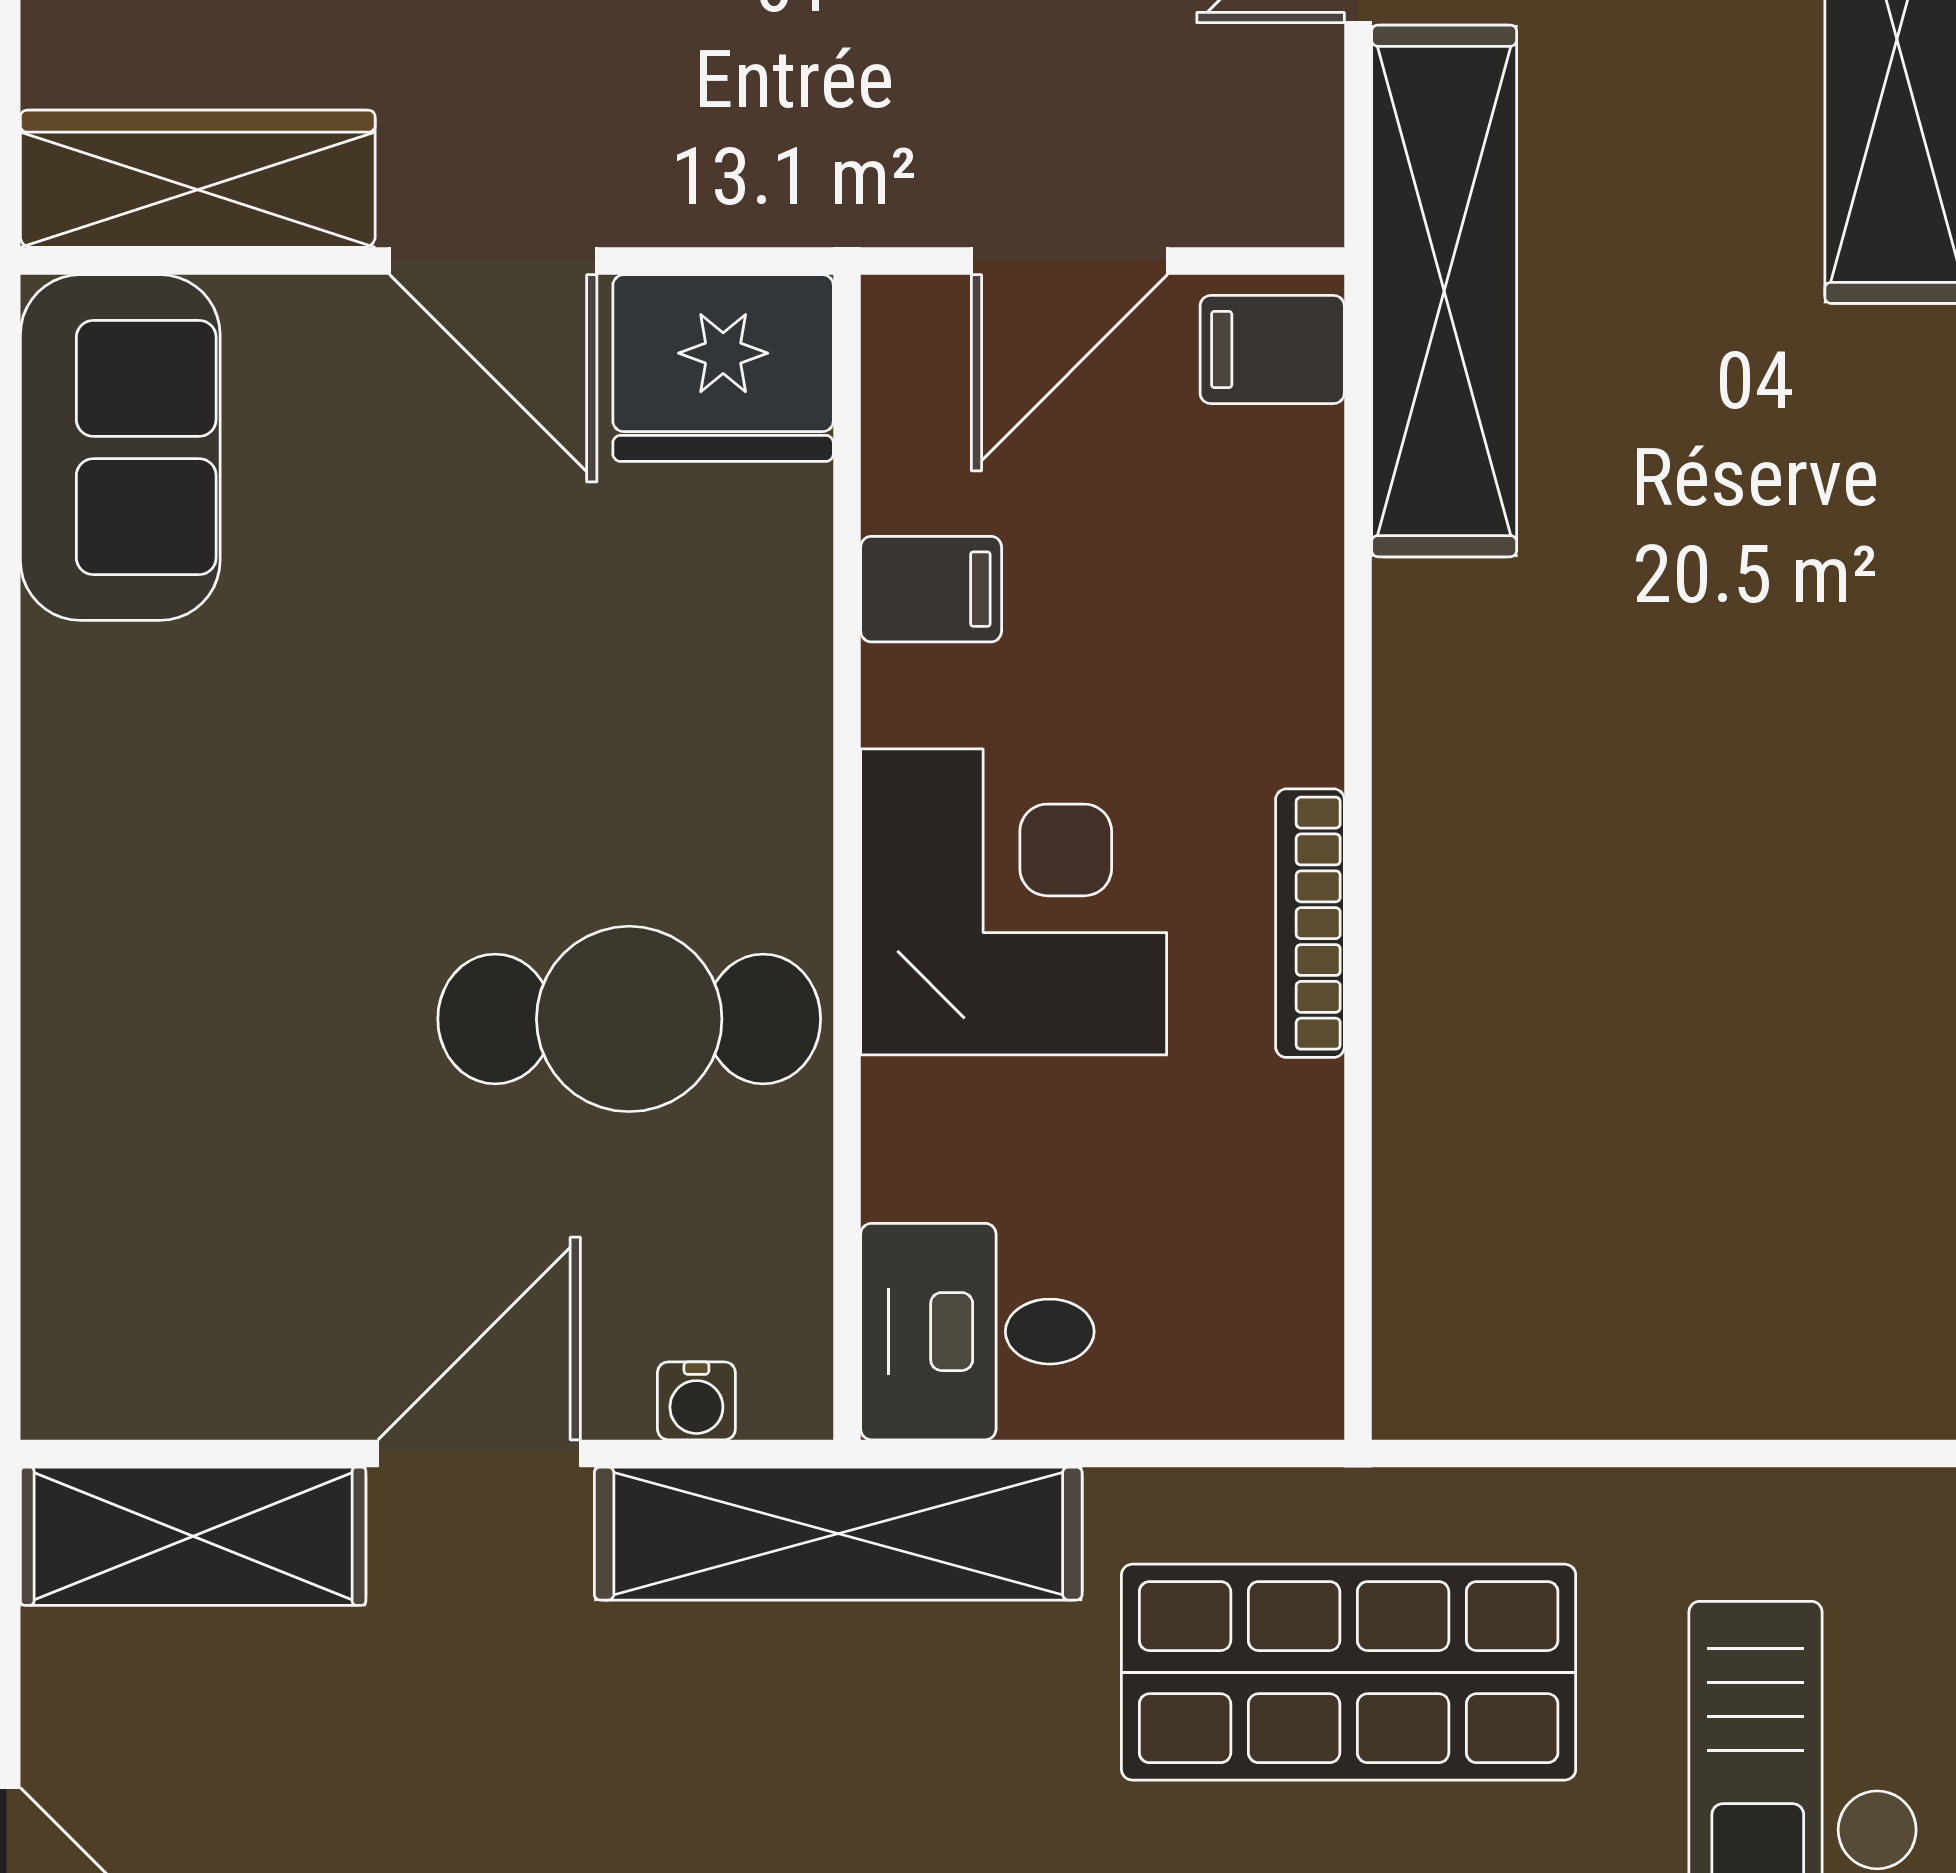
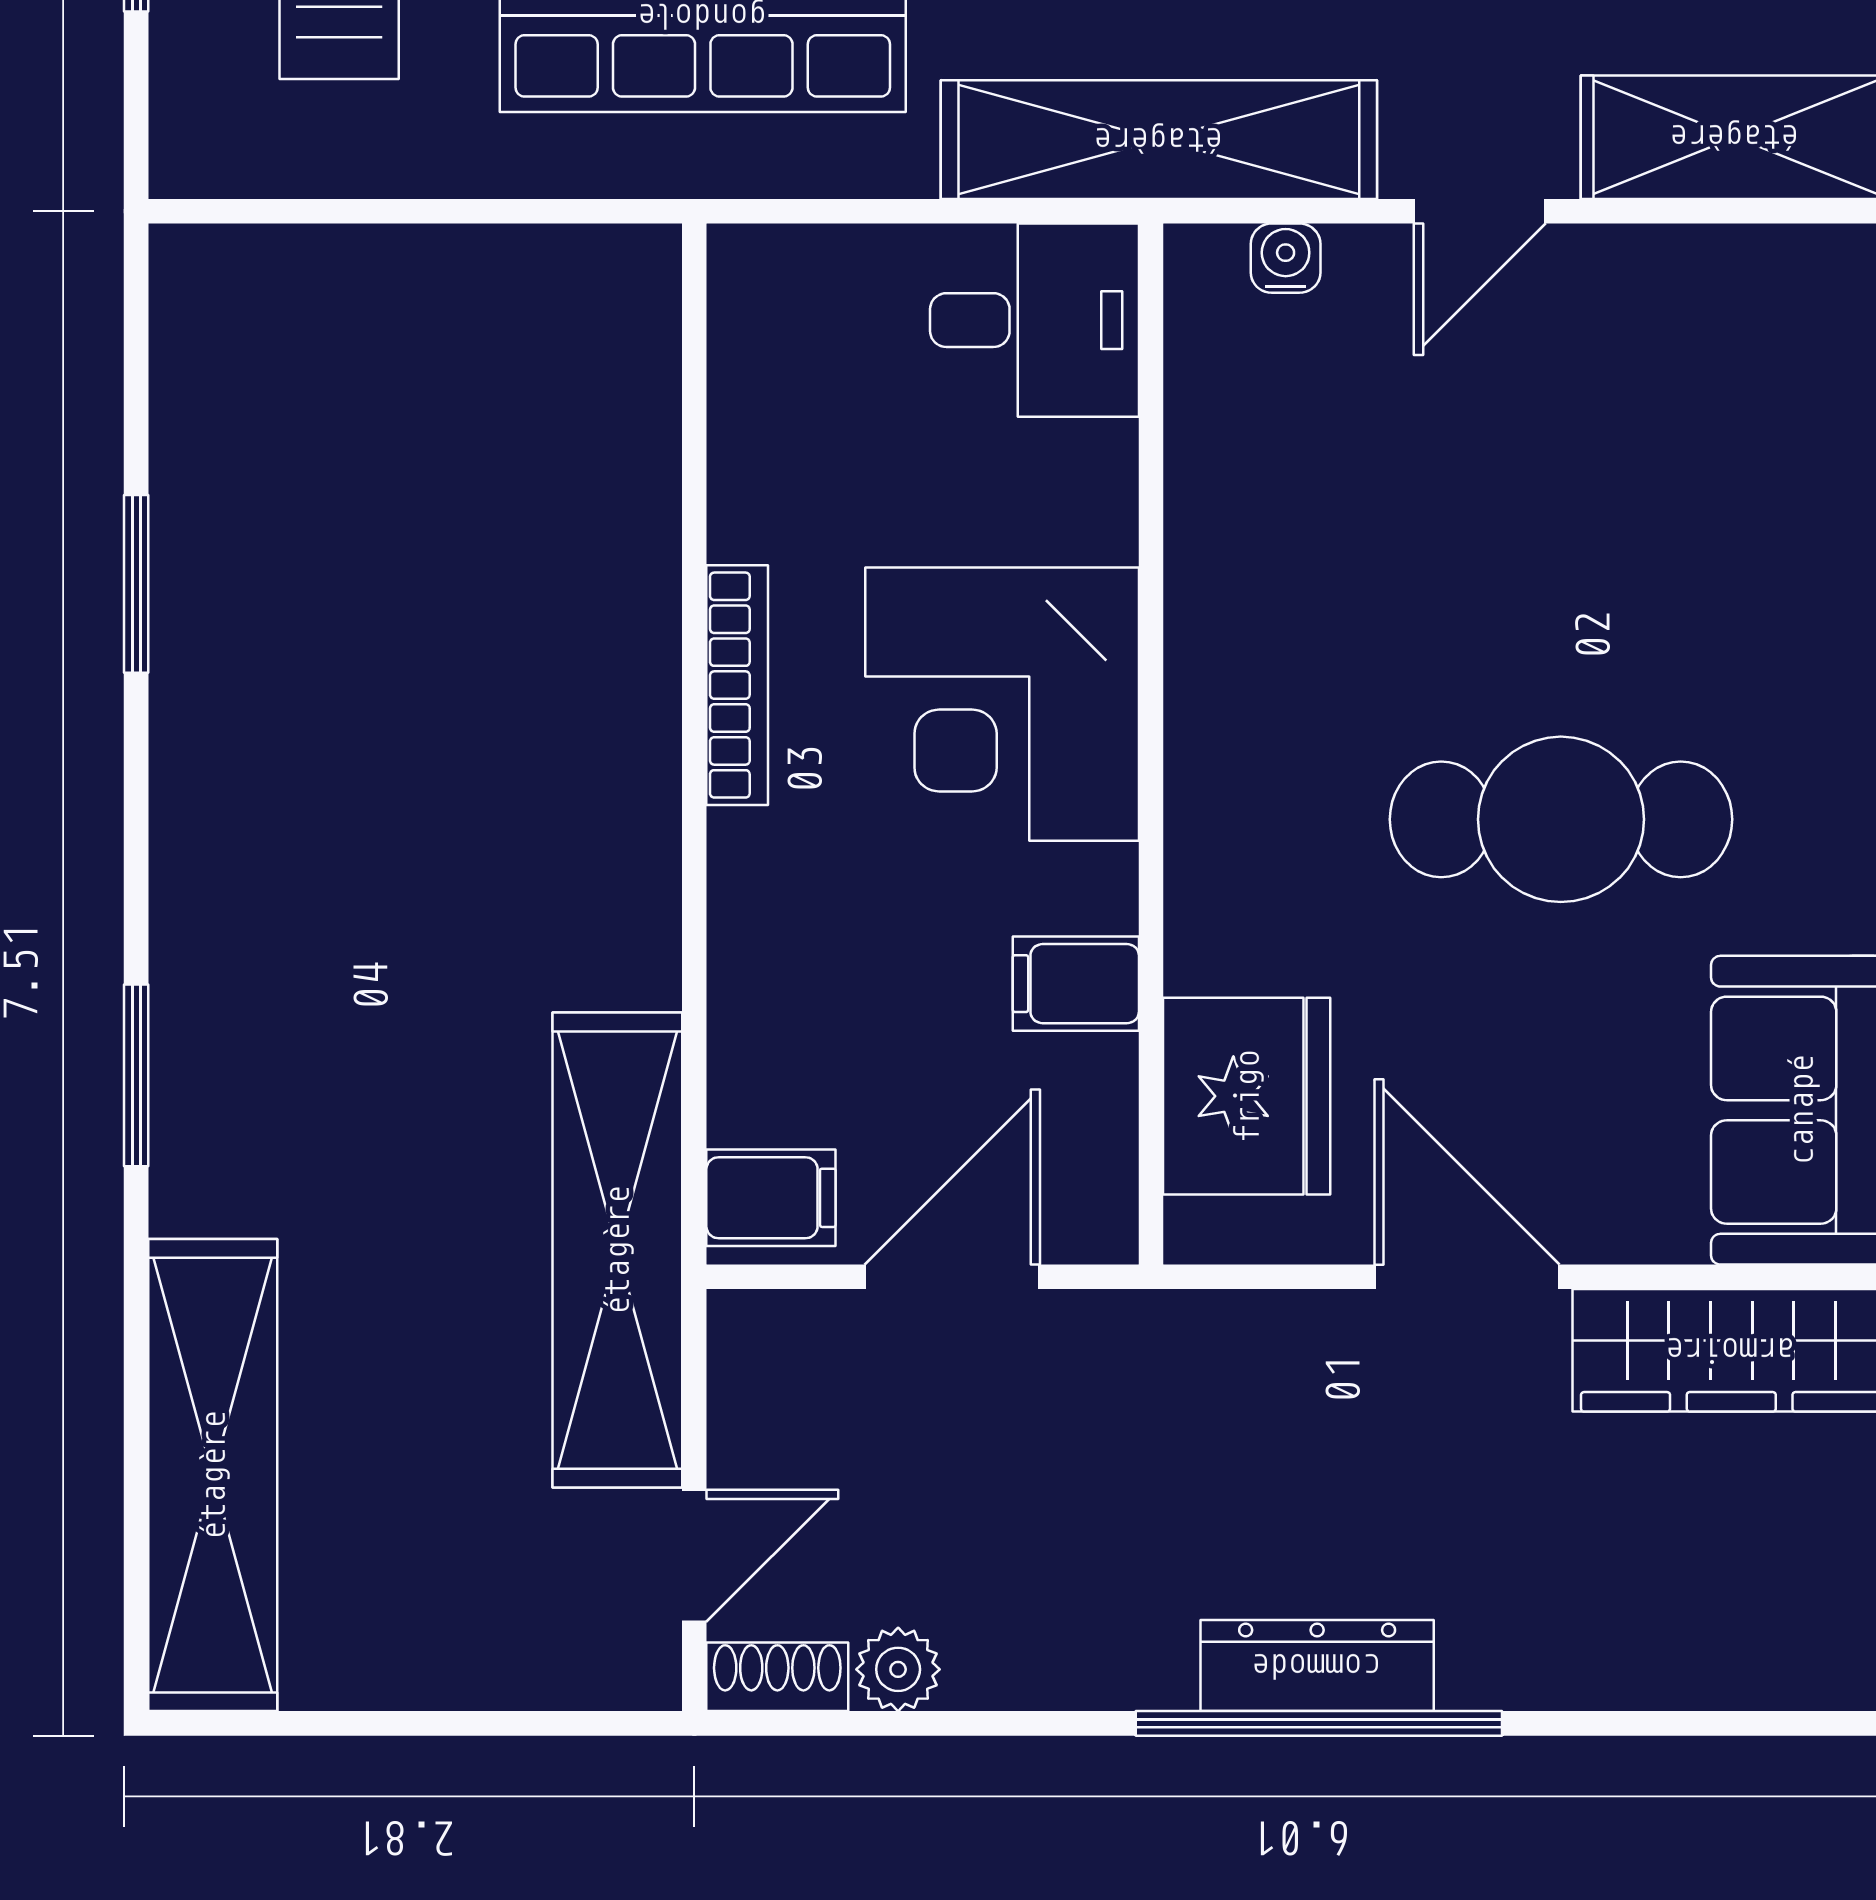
fridge: (723, 368) -> (1247, 1096), moved, turned 90
cafe table: (629, 1019) -> (1561, 819), moved
door: (479, 1453) -> (1480, 211), width x0.73

